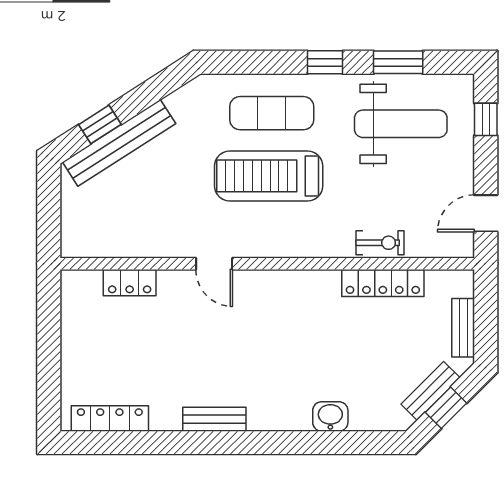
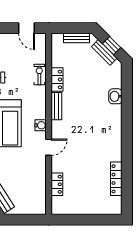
water cooler: (264, 246) -> (41, 125), added
locker: (383, 283) -> (57, 79), width x0.66
locker: (110, 418) -> (116, 179), moved
bench: (214, 419) -> (56, 106), moved

